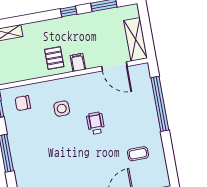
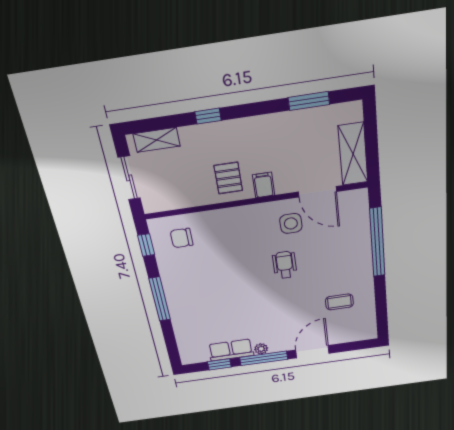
window: (69, 11) -> (208, 116), moved
side table: (62, 109) -> (291, 223), moved

